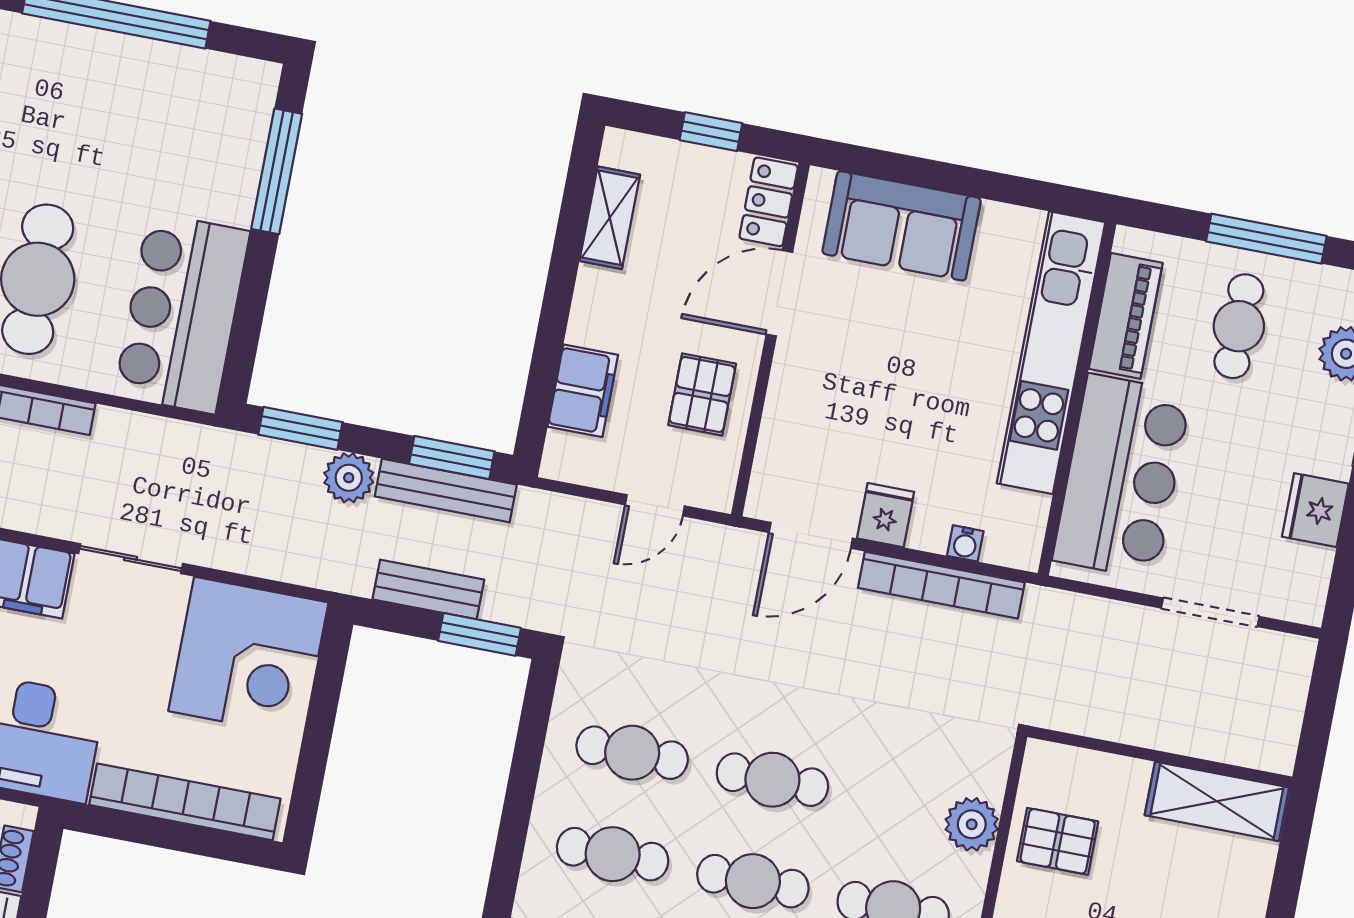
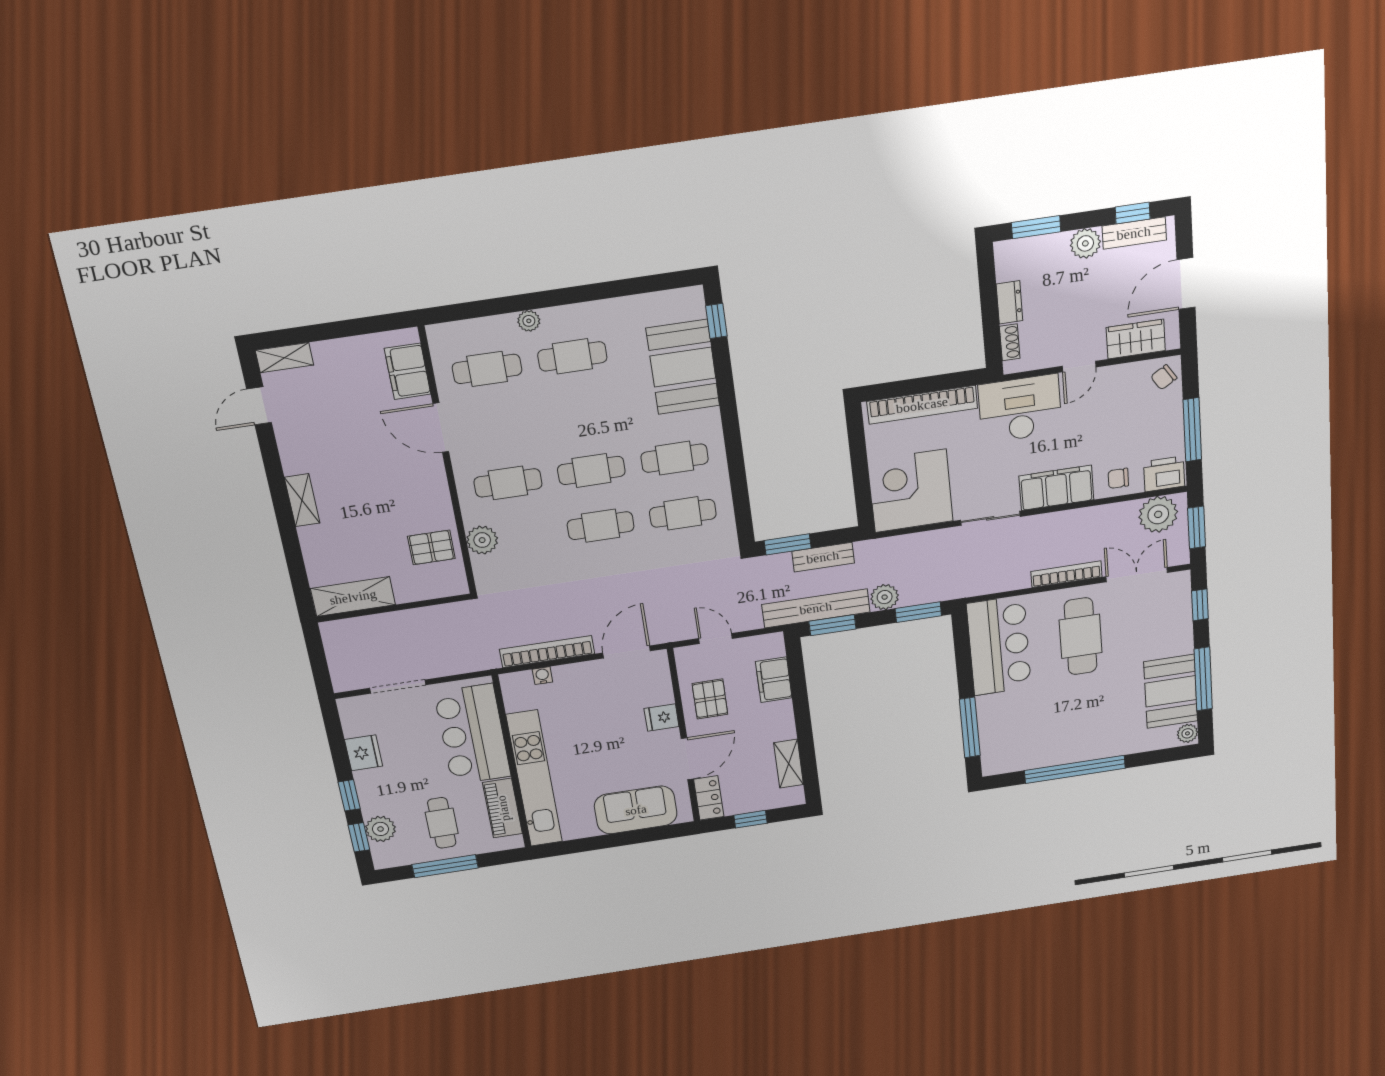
bench: (446, 490) -> (816, 608), width x1.37, depth x1.21
door: (655, 505) -> (715, 638), hinge flipped
fridge: (886, 515) -> (662, 717), moved, turned 90

